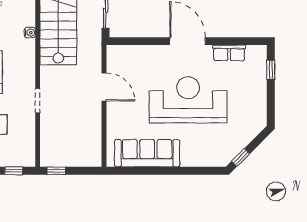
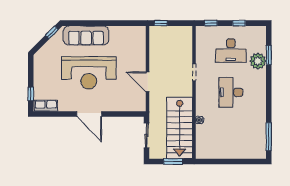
row of seats: (229, 53) -> (46, 106), moved
sofa: (147, 153) -> (86, 35), moved
window: (56, 171) -> (161, 23), moved

